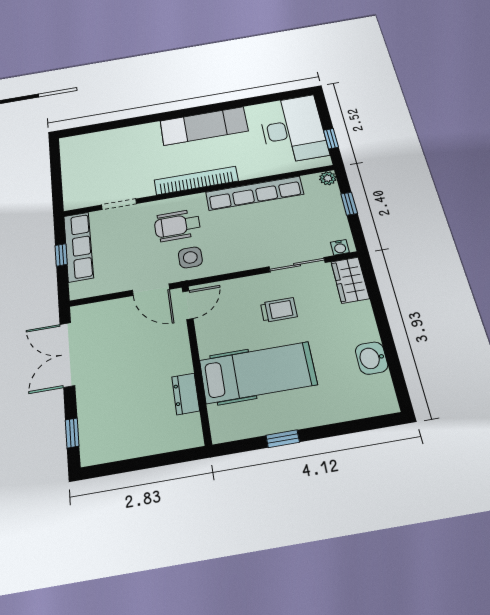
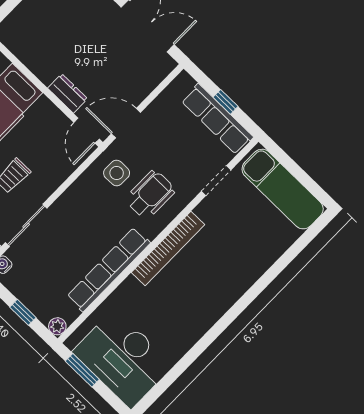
exam couch: (204, 126) -> (283, 189), moved, turned -90
window: (331, 139) -> (82, 370), width x1.50
dresser: (186, 394) -> (68, 93), moved

